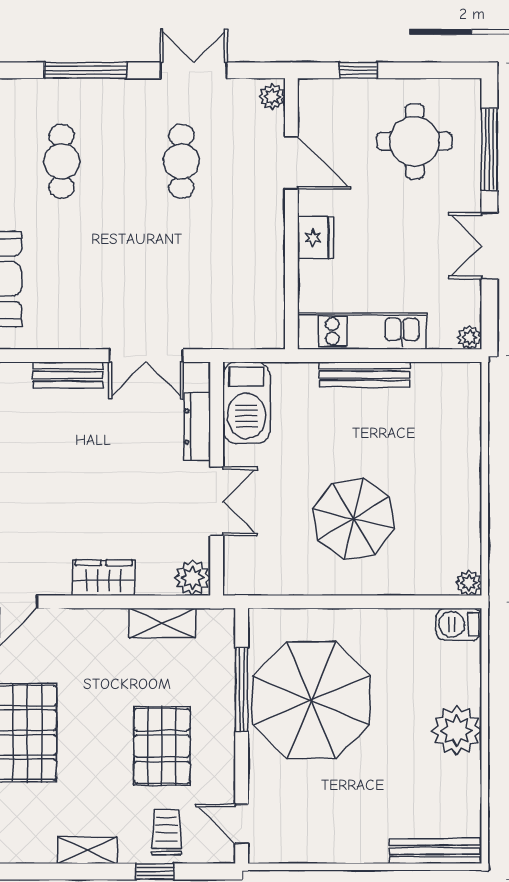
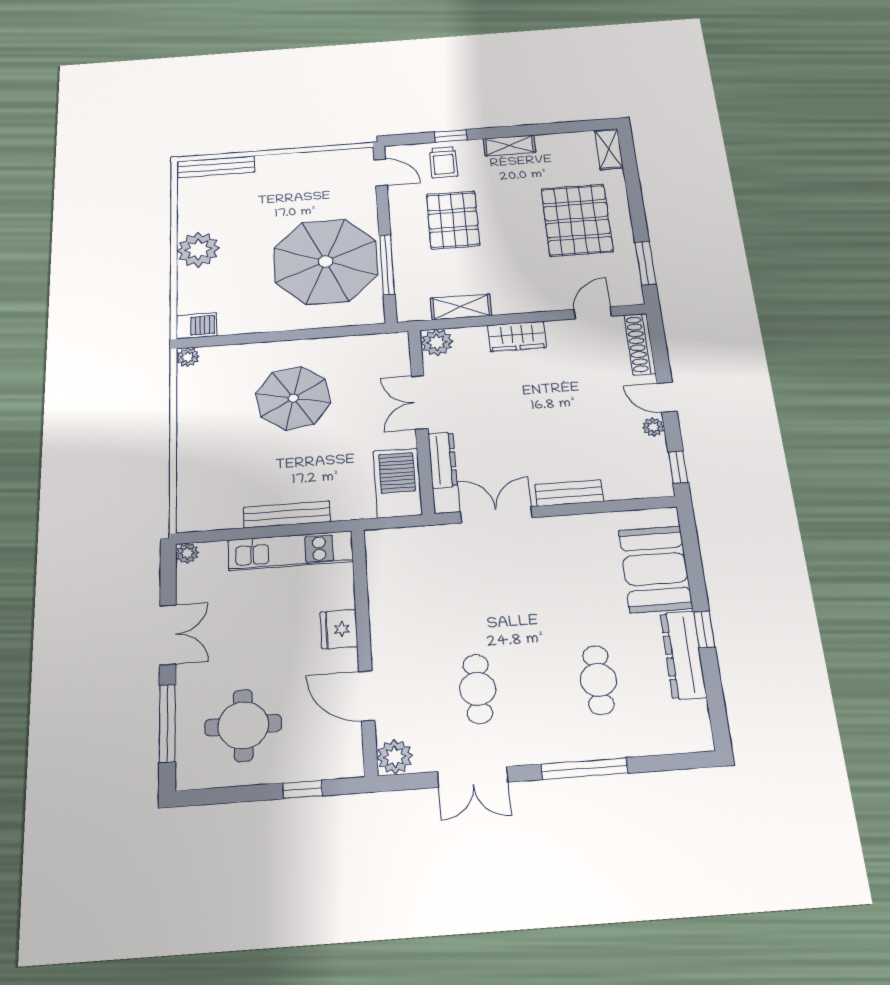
plant: (272, 97) -> (395, 757), width x1.38, depth x1.38

